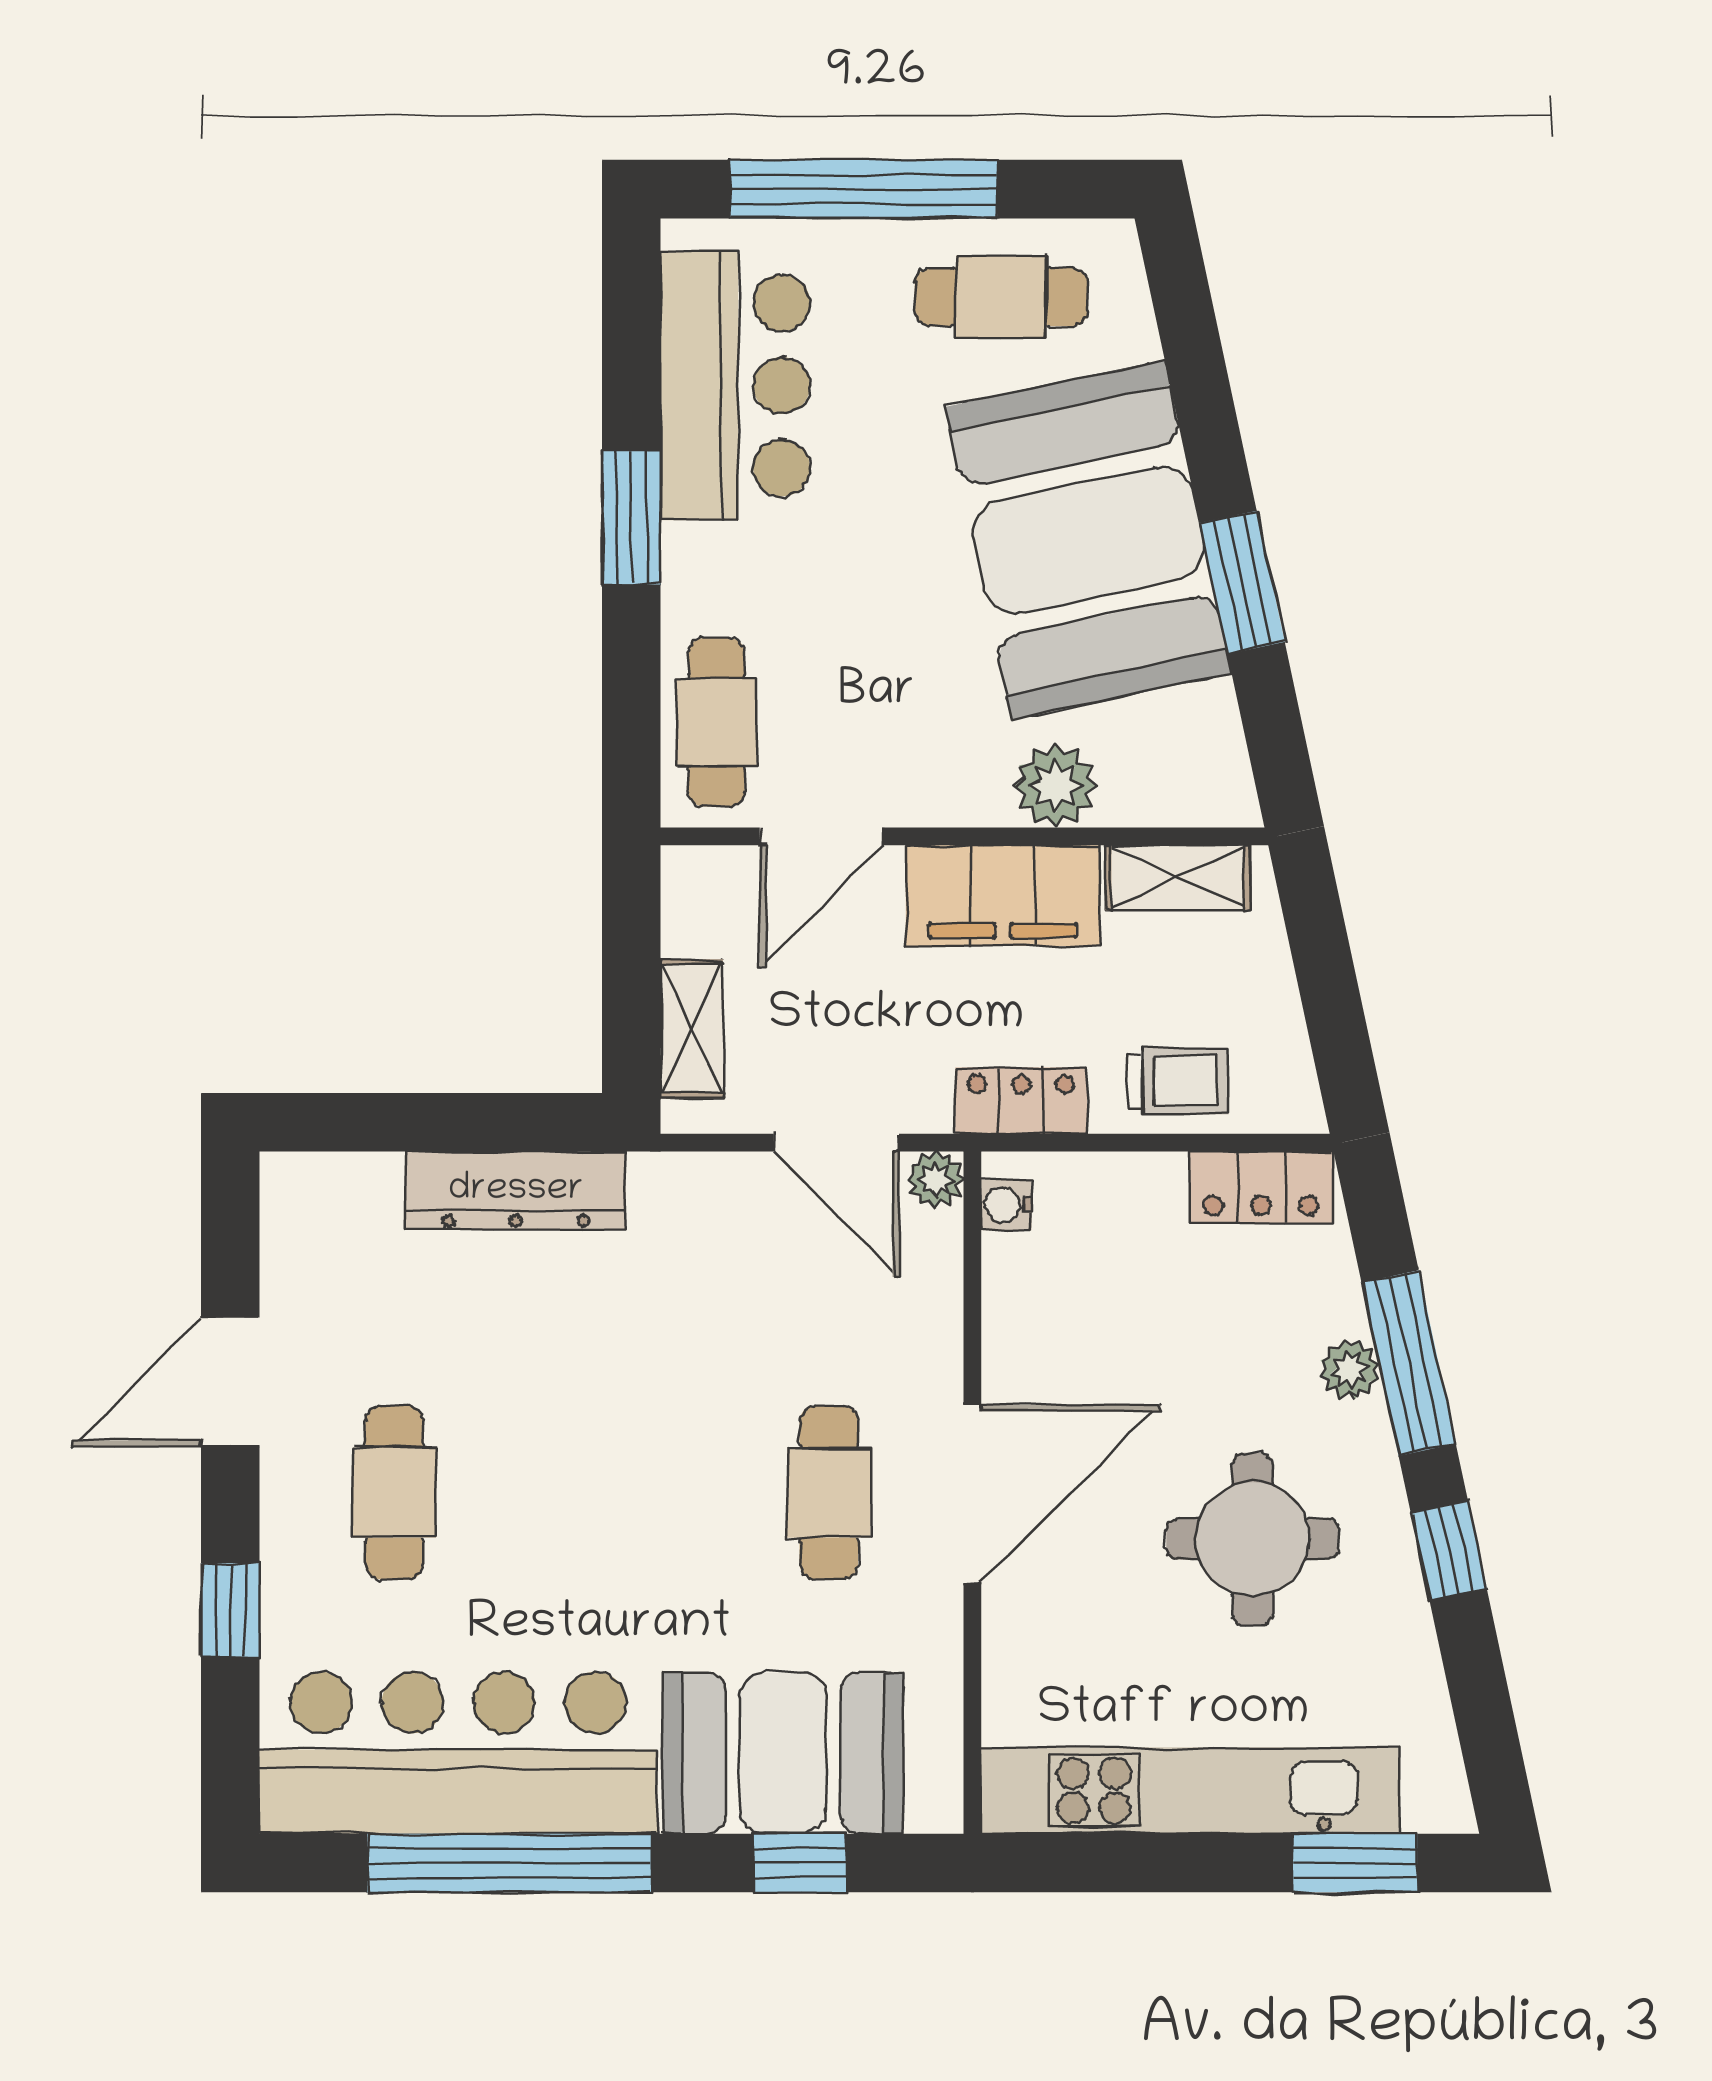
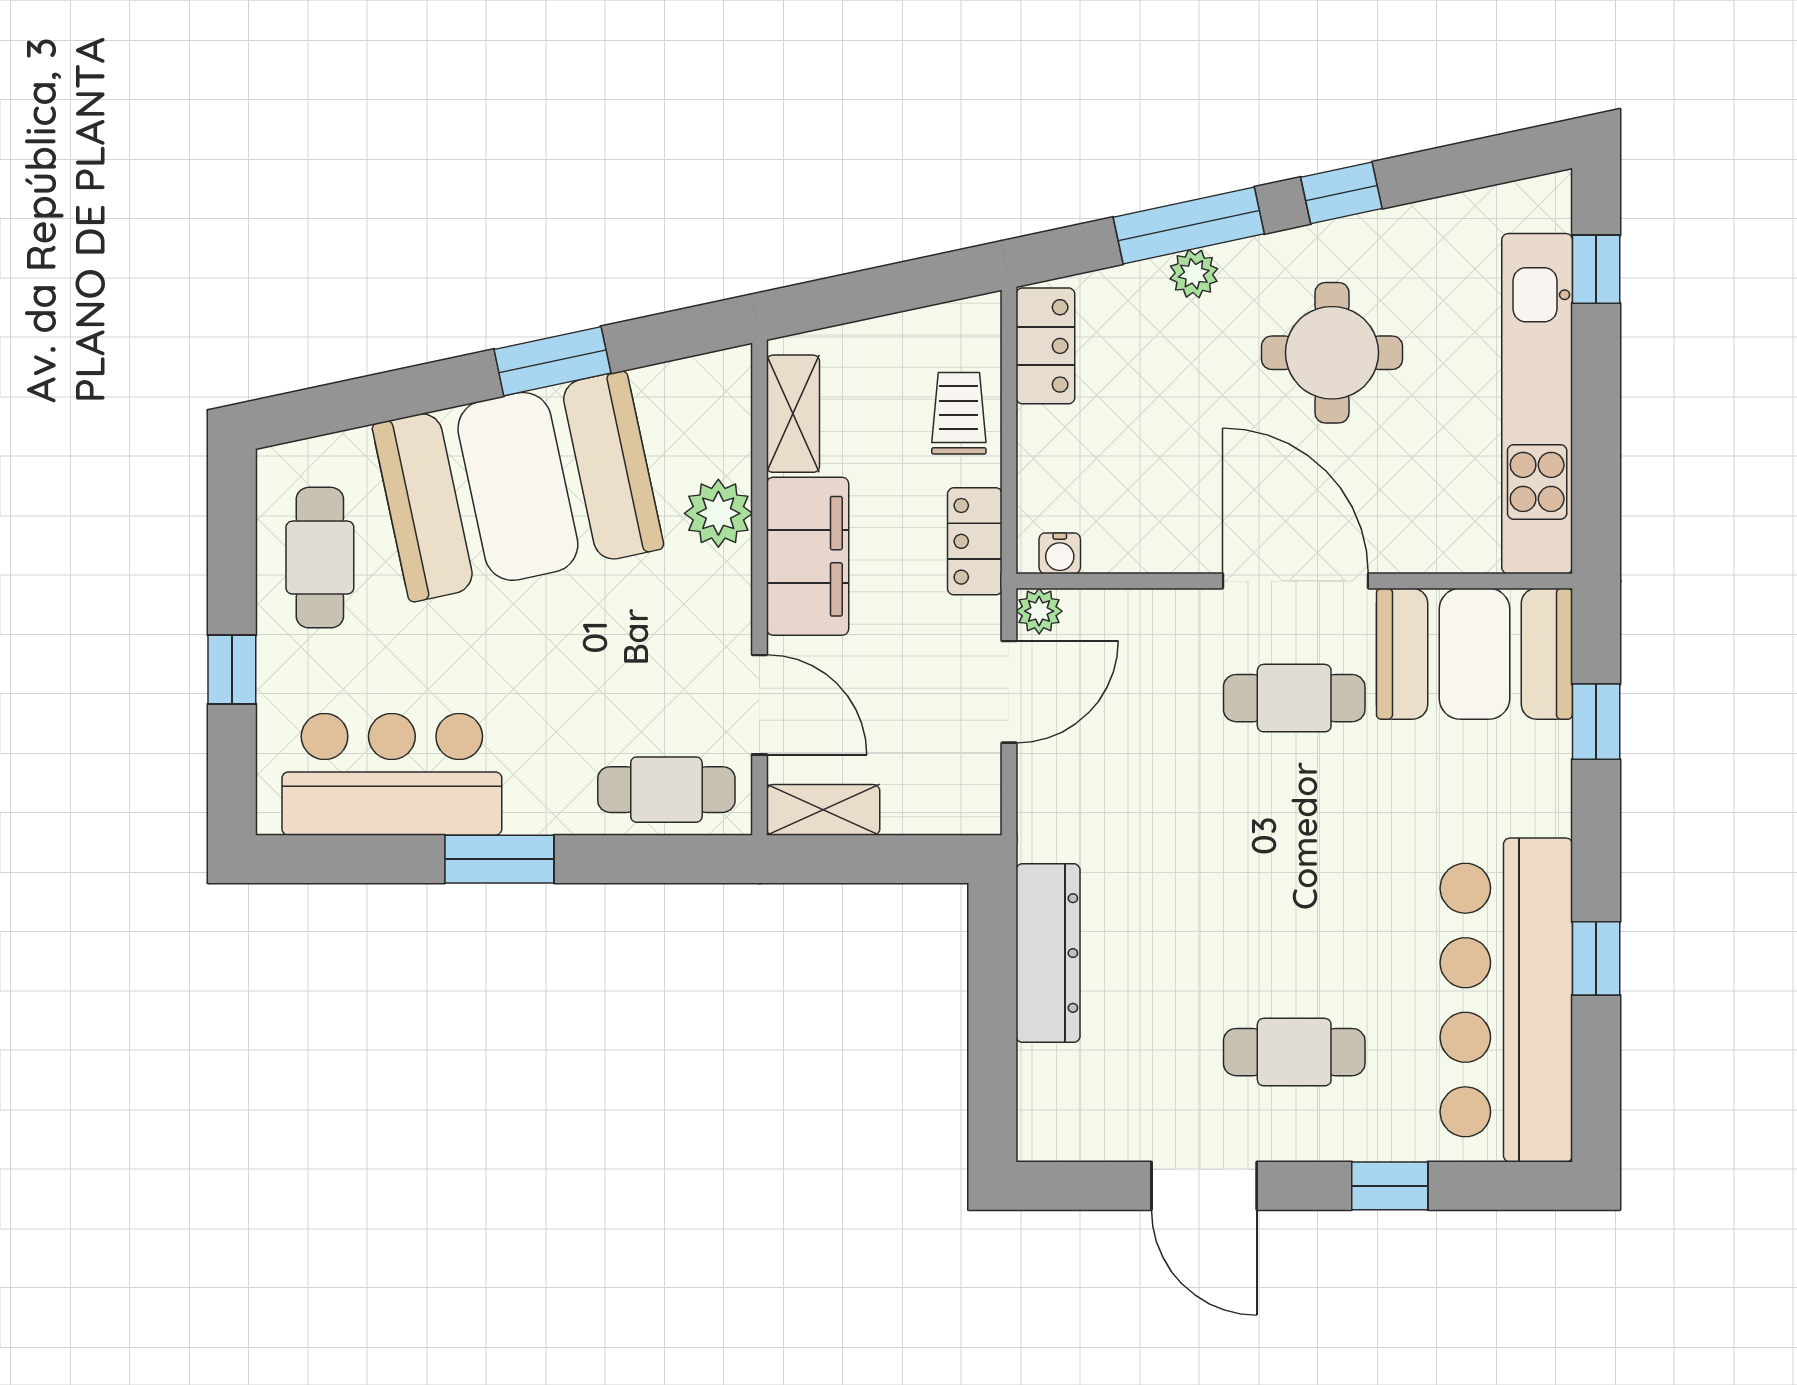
window: (864, 189) -> (232, 670), width x0.32
shelving: (692, 1029) -> (823, 810), moved
booth: (783, 1753) -> (1474, 654), moved, turned 90
window: (509, 1863) -> (1596, 958), width x0.32
window: (1355, 1863) -> (1596, 269), width x0.67

